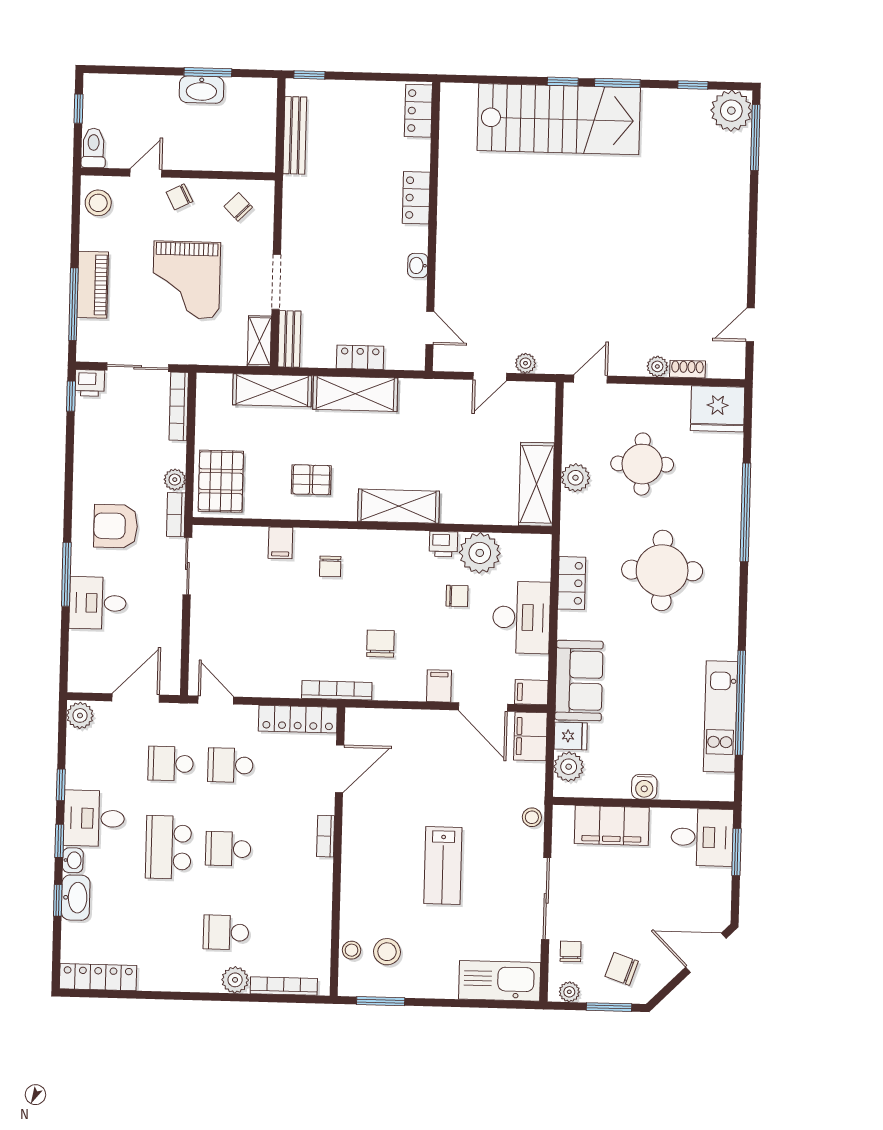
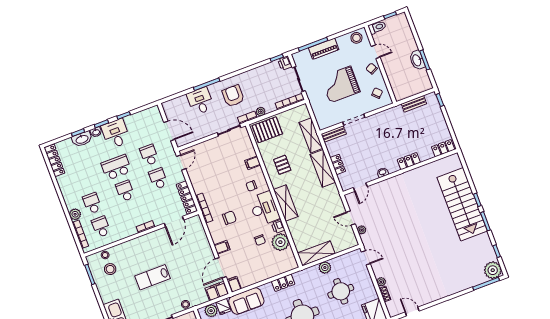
bench: (295, 135) -> (414, 104), width x0.73
shelving: (259, 341) -> (328, 123), removed
desk: (521, 617) -> (264, 208), moved, turned -90
plant: (80, 715) -> (154, 112), removed
door: (340, 769) -> (174, 222), hinge flipped
school desk: (286, 934) -> (101, 227), added

